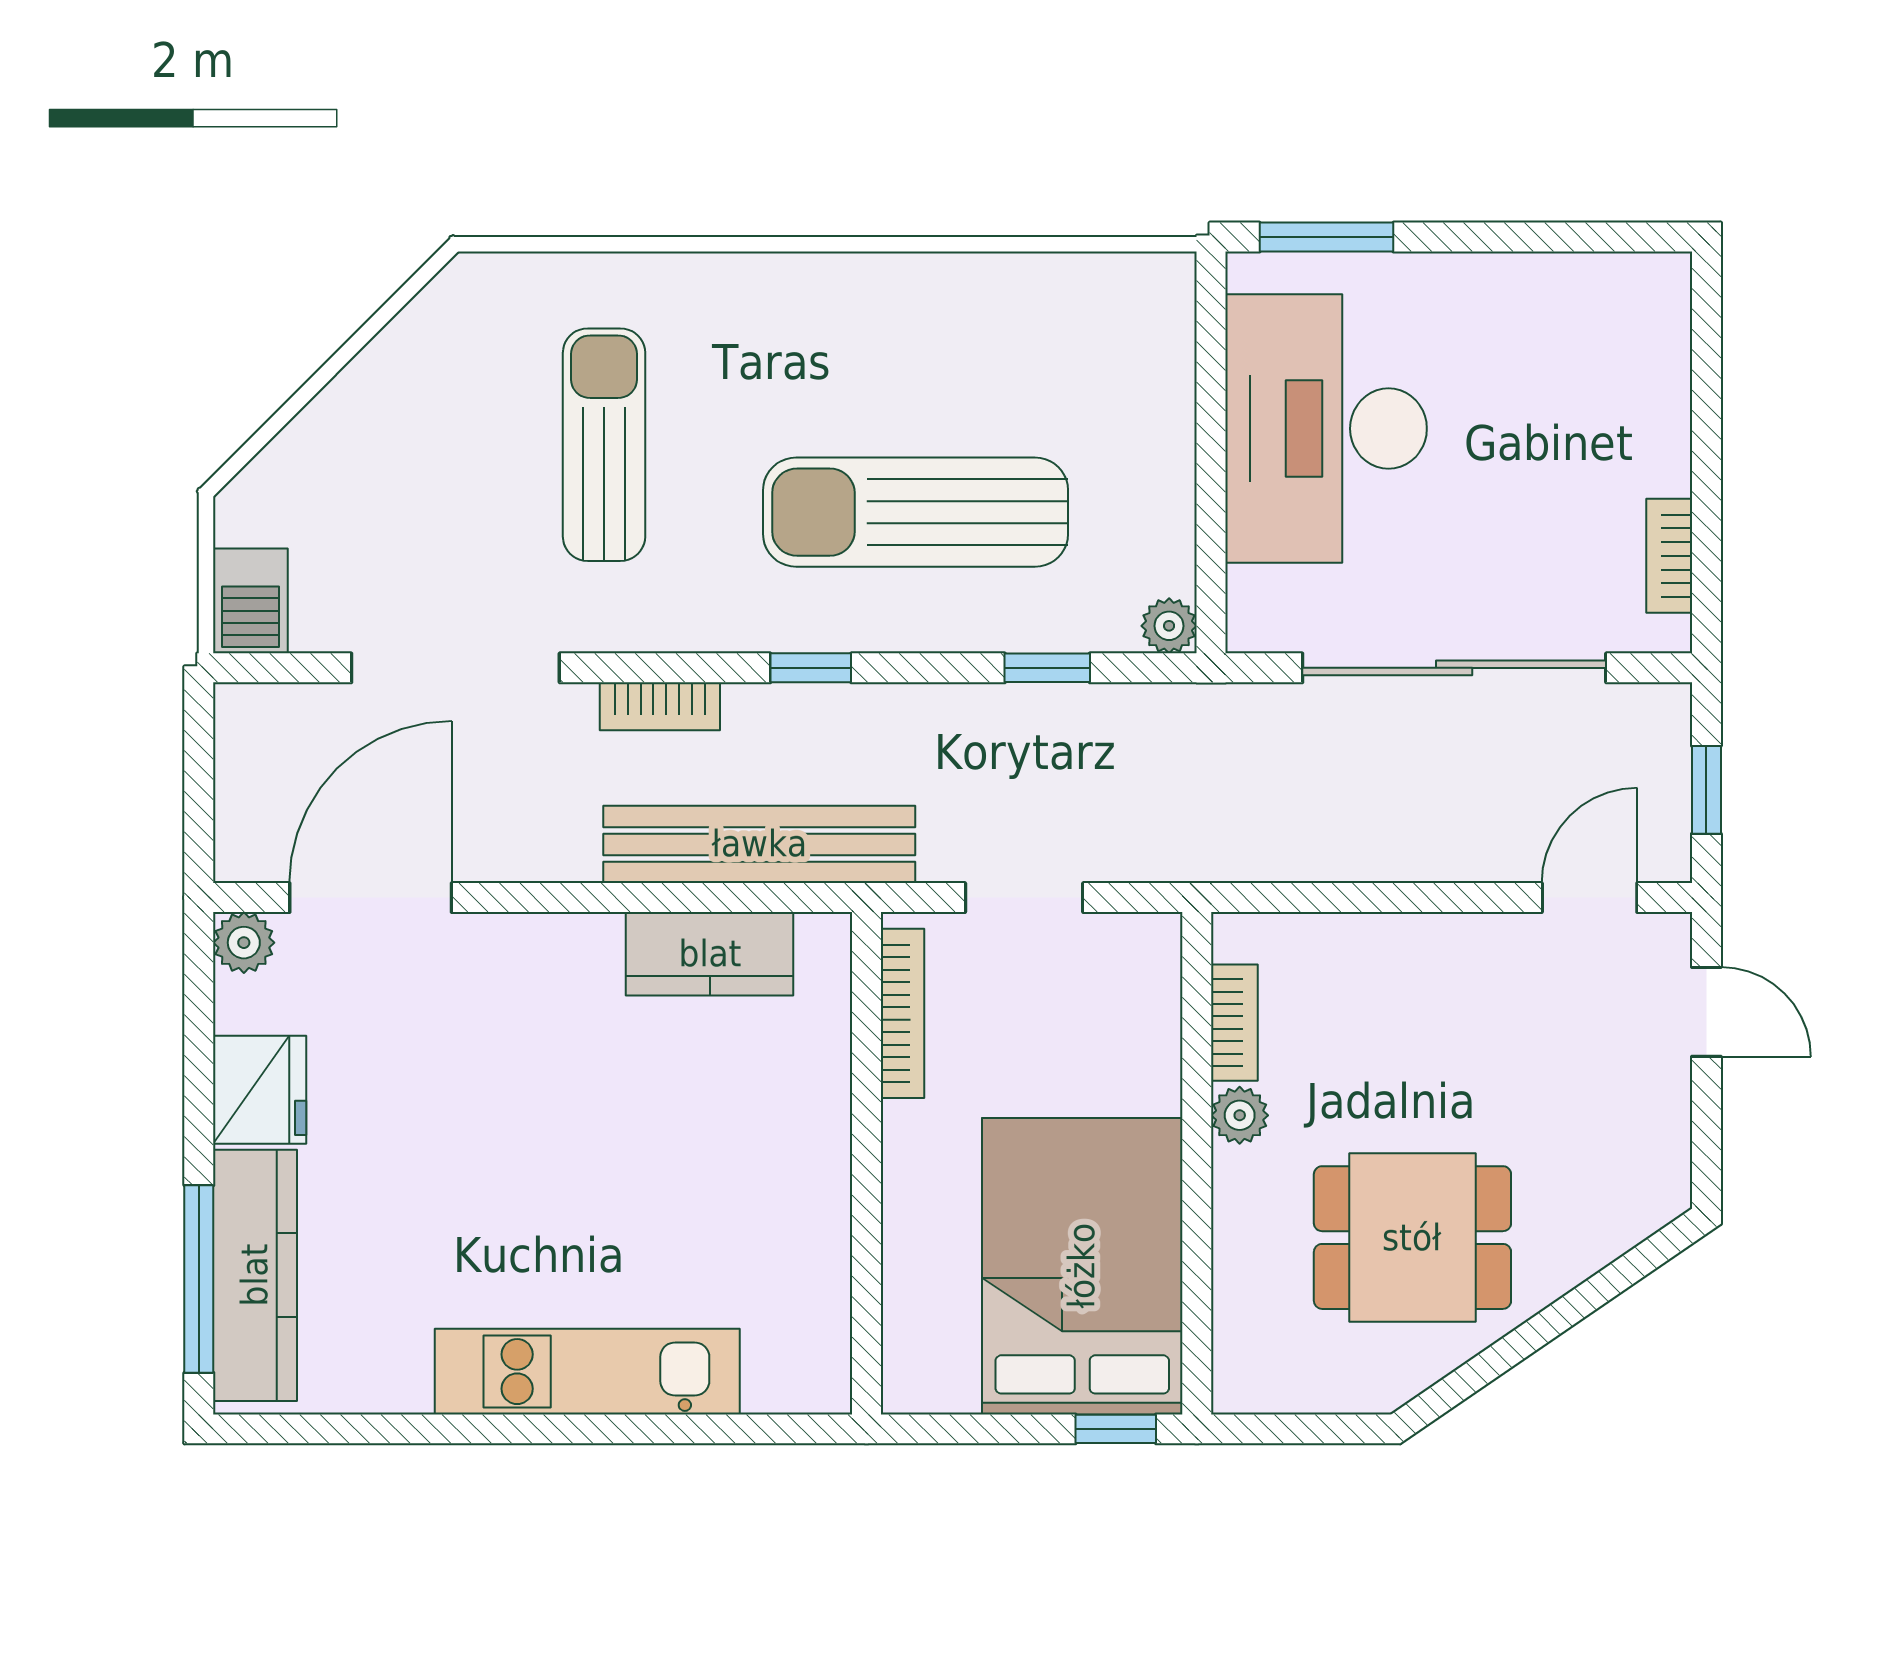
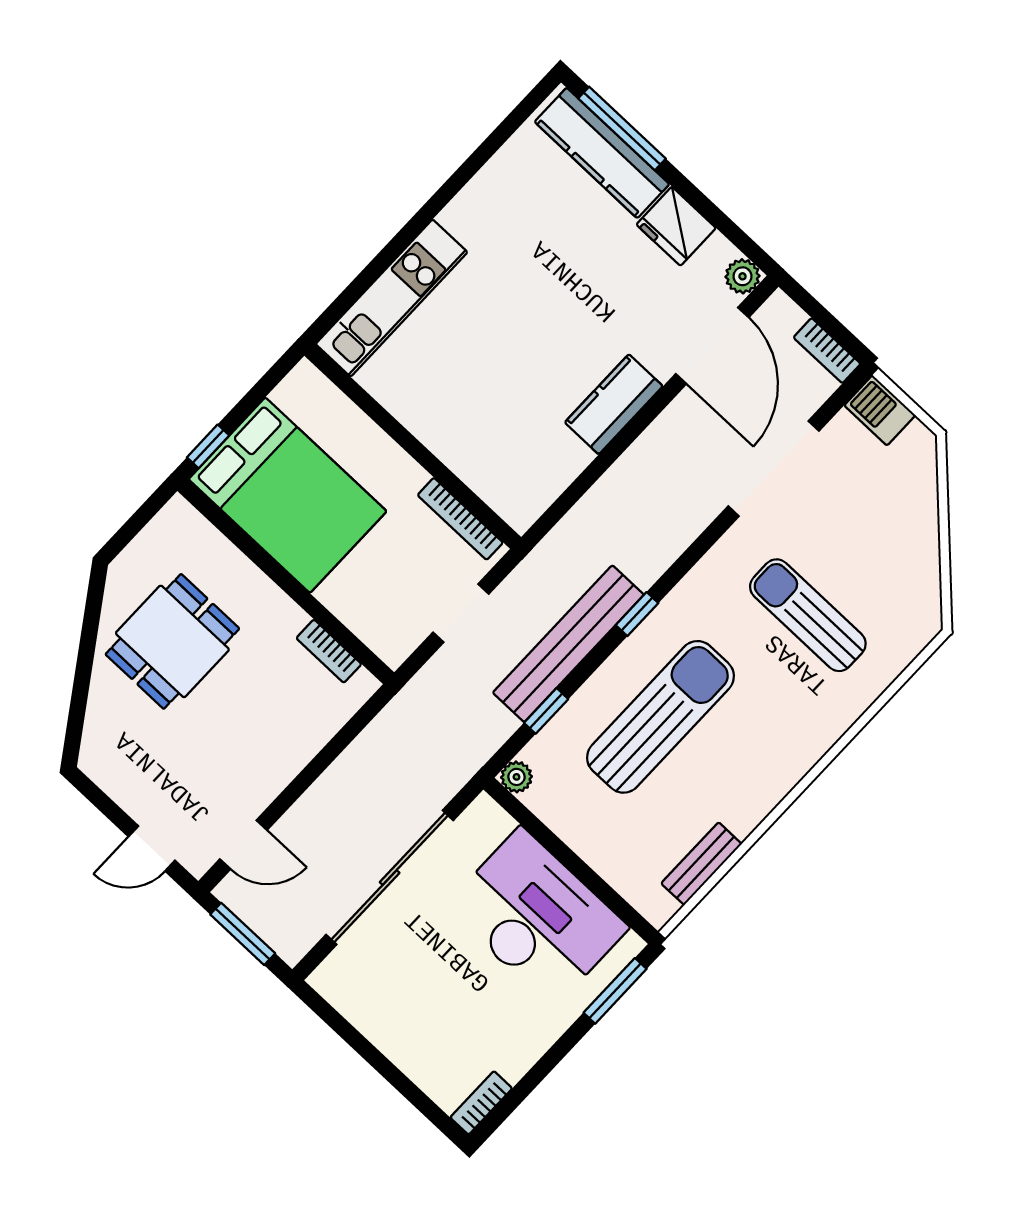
bench: (1056, 280) -> (701, 864), added
sun lounger: (604, 445) -> (808, 615), turned 180
bookcase: (1669, 556) -> (481, 1103), moved, turned -90
bookcase: (660, 706) -> (827, 351), moved, turned -90
window: (1706, 790) -> (243, 934), width x1.50
bench: (759, 844) -> (568, 644), moved
door: (1590, 898) -> (243, 845), hinge flipped
kitchen counter: (710, 954) -> (614, 404), moved
plant: (1240, 1115) -> (289, 618), removed
kitchen unit: (587, 1372) -> (392, 298), moved

